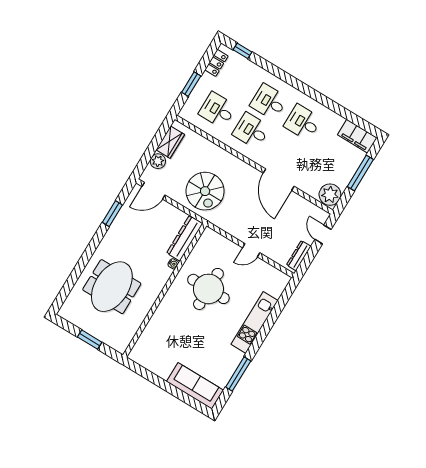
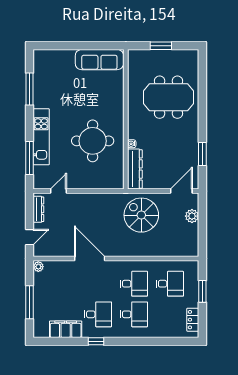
window: (243, 51) -> (96, 341), moved
filing cabinet: (357, 136) -> (66, 329), moved
wardrobe: (170, 142) -> (191, 237), removed
plant: (330, 195) -> (38, 267), width x0.53, depth x0.53
door: (323, 234) -> (29, 237), hinge flipped
door: (251, 250) -> (58, 191), moved
meeting table: (112, 287) -> (168, 97), turned 90
window: (278, 309) -> (29, 158), added
sofa: (195, 386) -> (99, 60), moved

